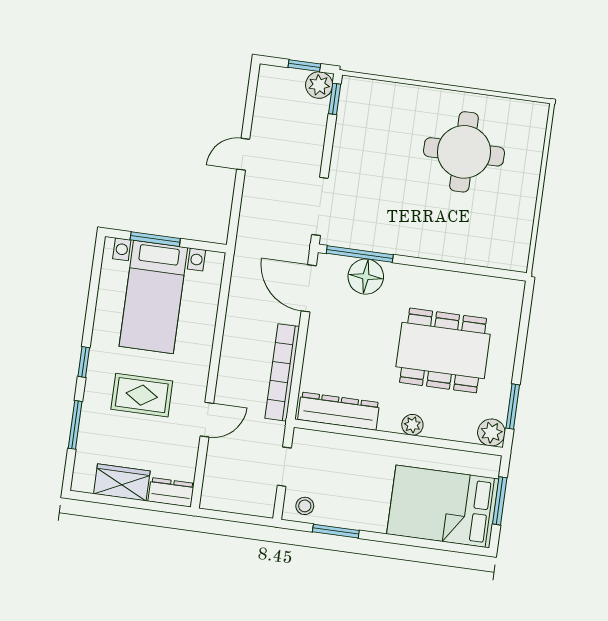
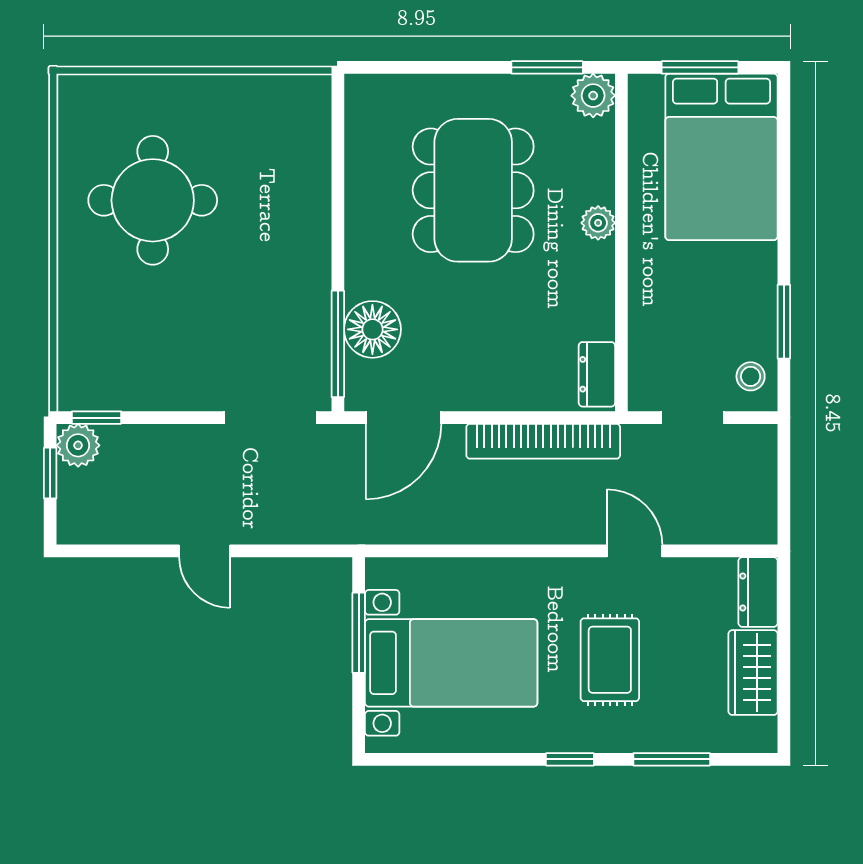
window: (155, 239) -> (359, 633), moved
dresser: (339, 411) -> (597, 374), width x0.51, depth x0.80

